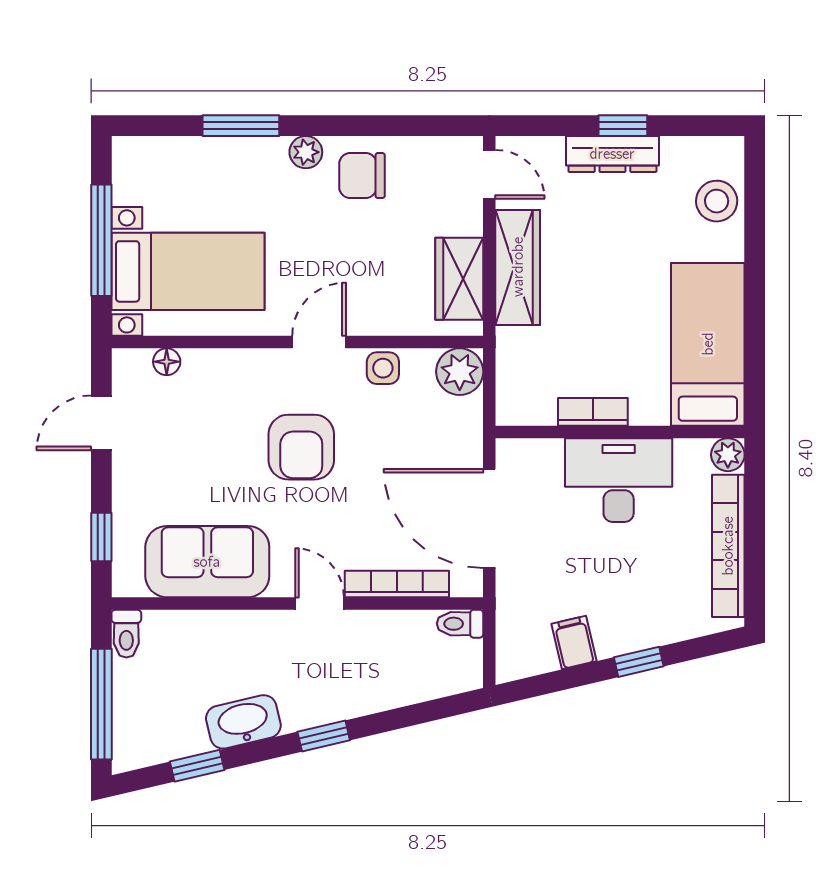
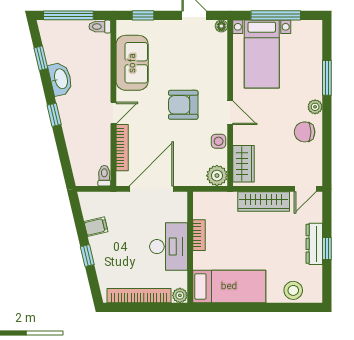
chair: (362, 176) -> (305, 132), turned -90
wardrobe: (459, 279) -> (244, 164), moved, turned 90
floor lamp: (167, 362) -> (221, 26), moved

